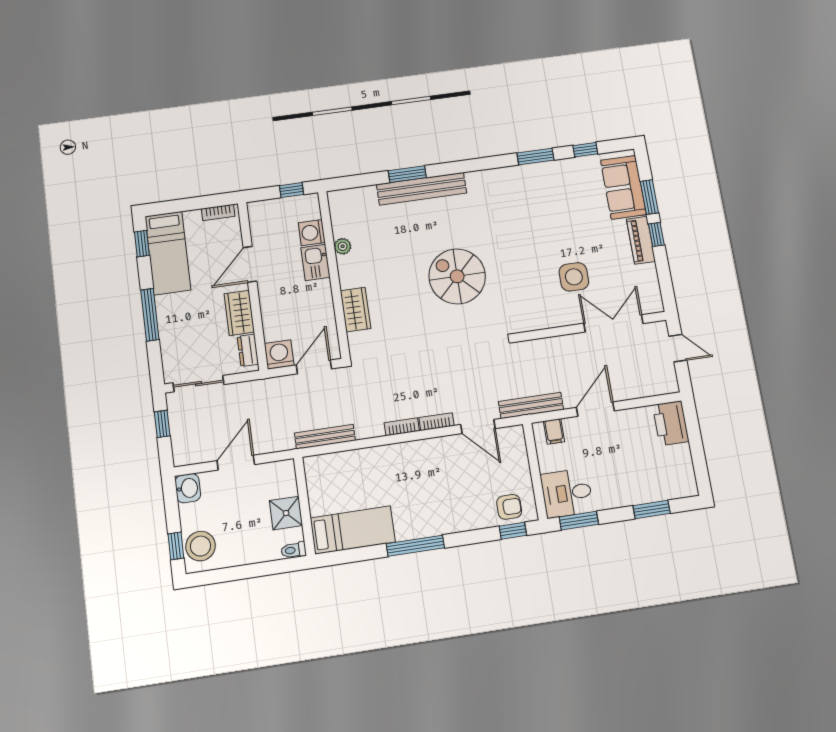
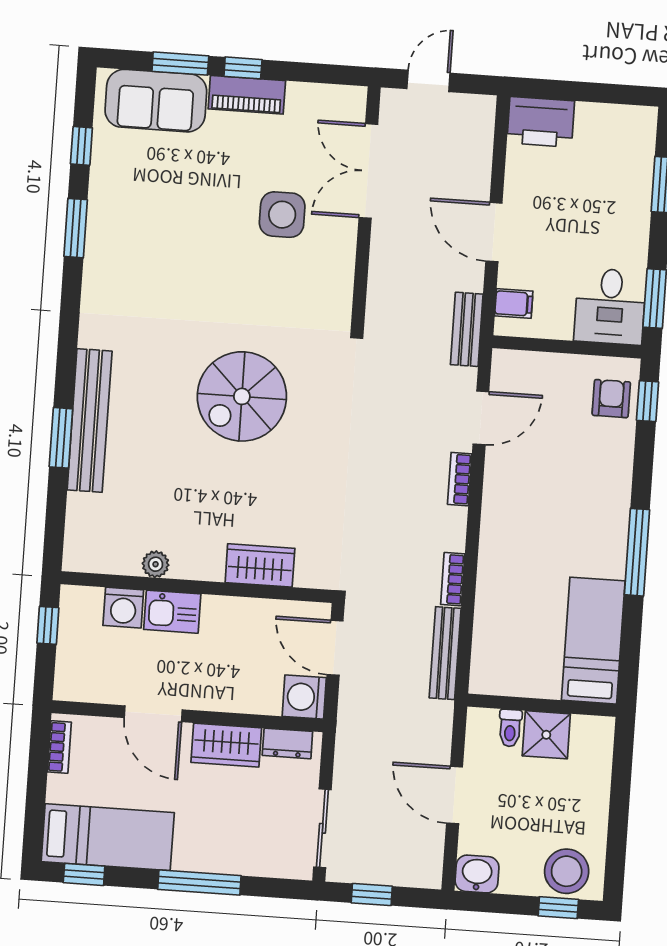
bench: (531, 405) -> (467, 329), width x0.73
bookcase: (402, 427) -> (453, 579), moved
toilet: (294, 550) -> (510, 728), moved

